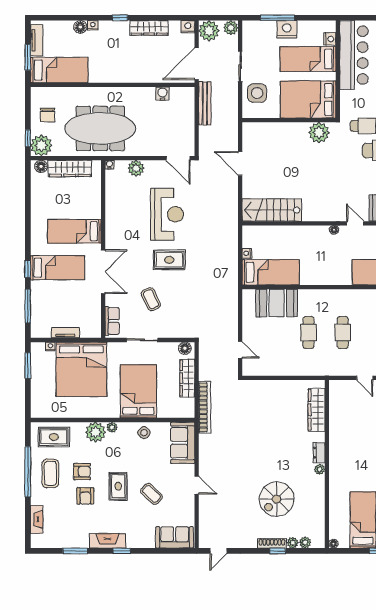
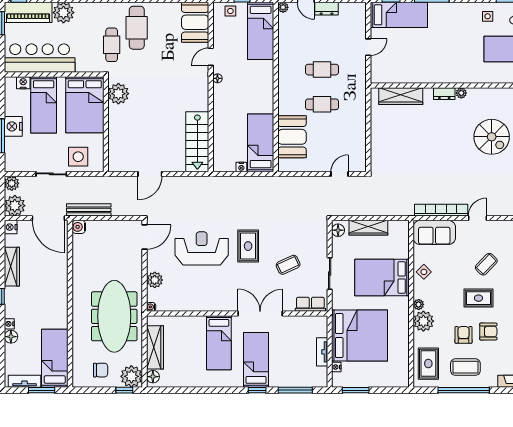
water cooler: (162, 94) -> (79, 227), moved
bookcase: (205, 407) -> (441, 210), moved

